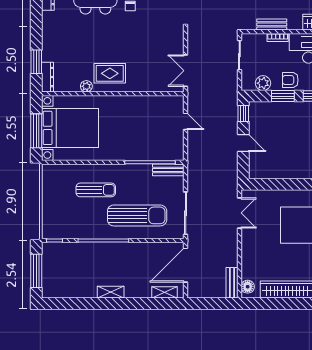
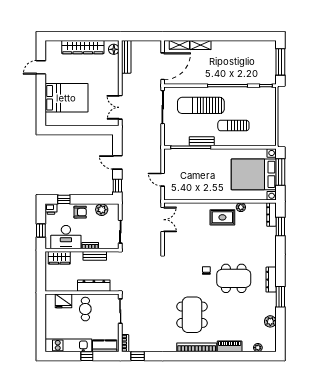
window: (283, 96) -> (86, 199), removed
bench: (168, 170) -> (202, 141), moved
bench: (232, 283) -> (126, 57), width x1.36
shelving: (111, 292) -> (201, 45), moved

